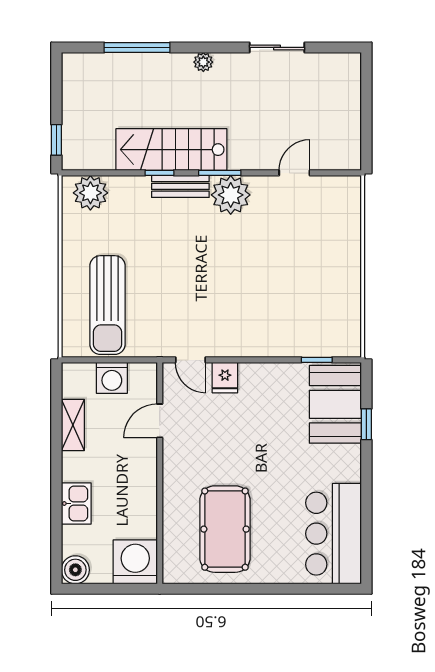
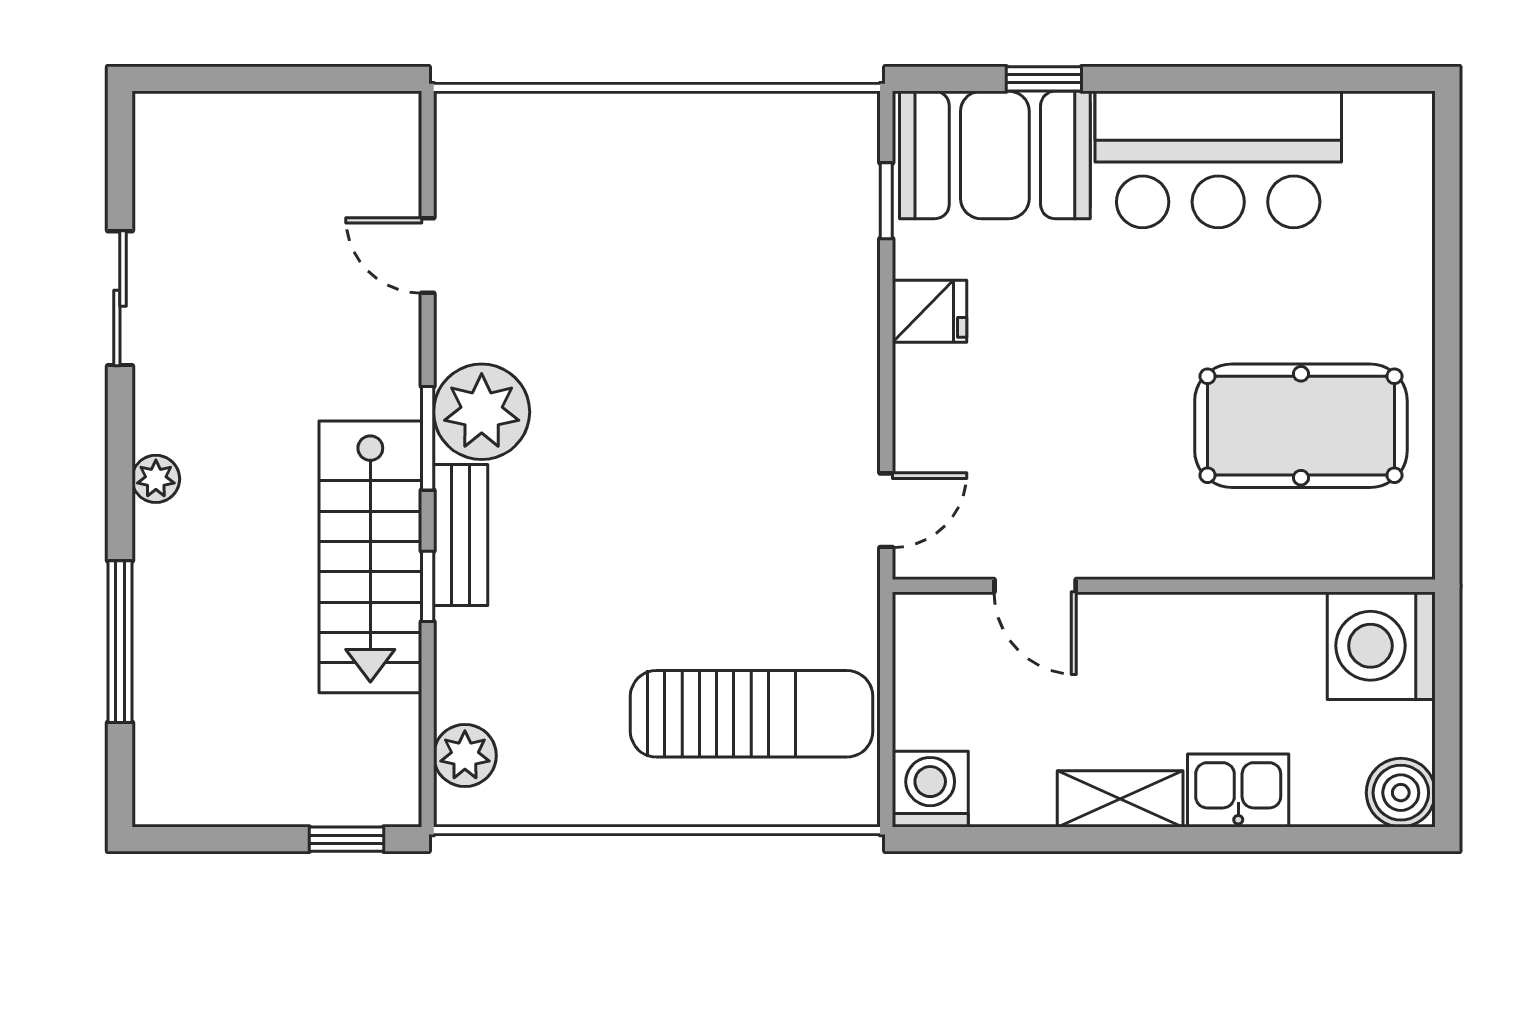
plant: (90, 193) -> (465, 755), width x0.73, depth x0.73
washing machine: (112, 378) -> (930, 789), moved, turned -90
fridge: (225, 378) -> (929, 311), moved
shelving: (73, 425) -> (1120, 799), moved
bar counter: (334, 534) -> (1218, 159), moved

